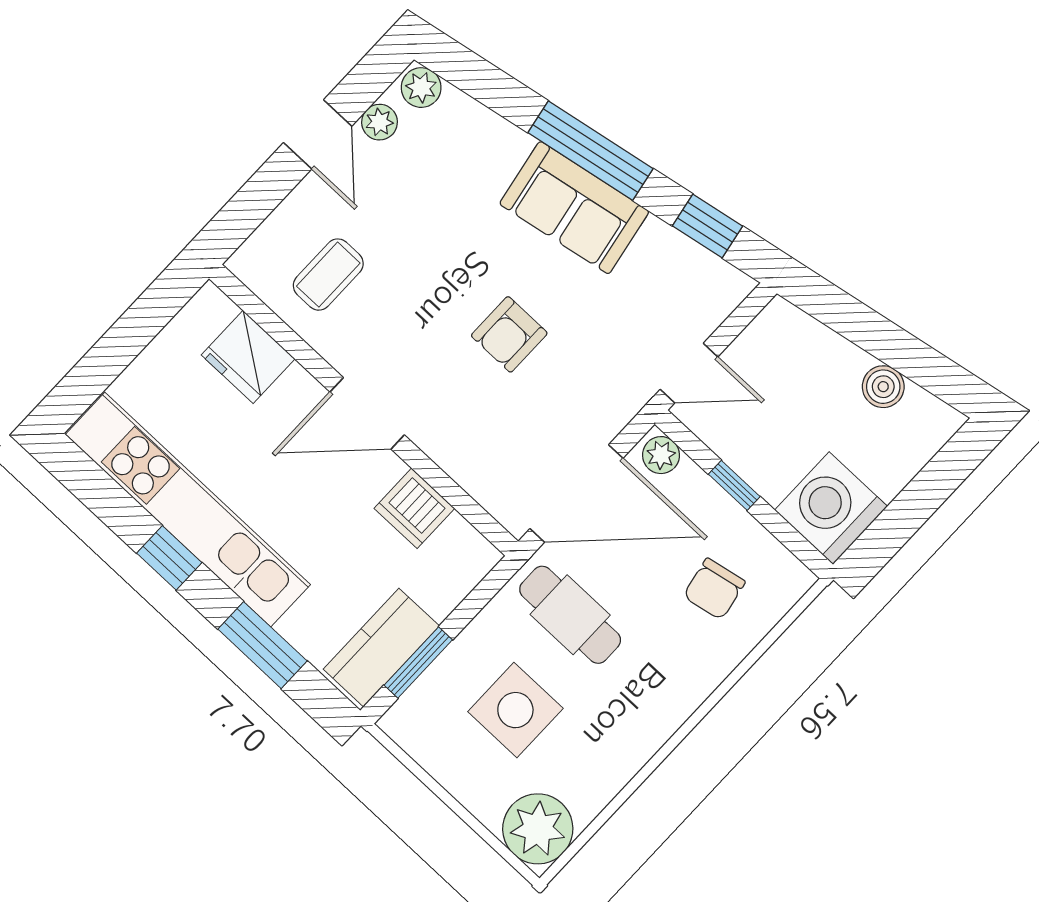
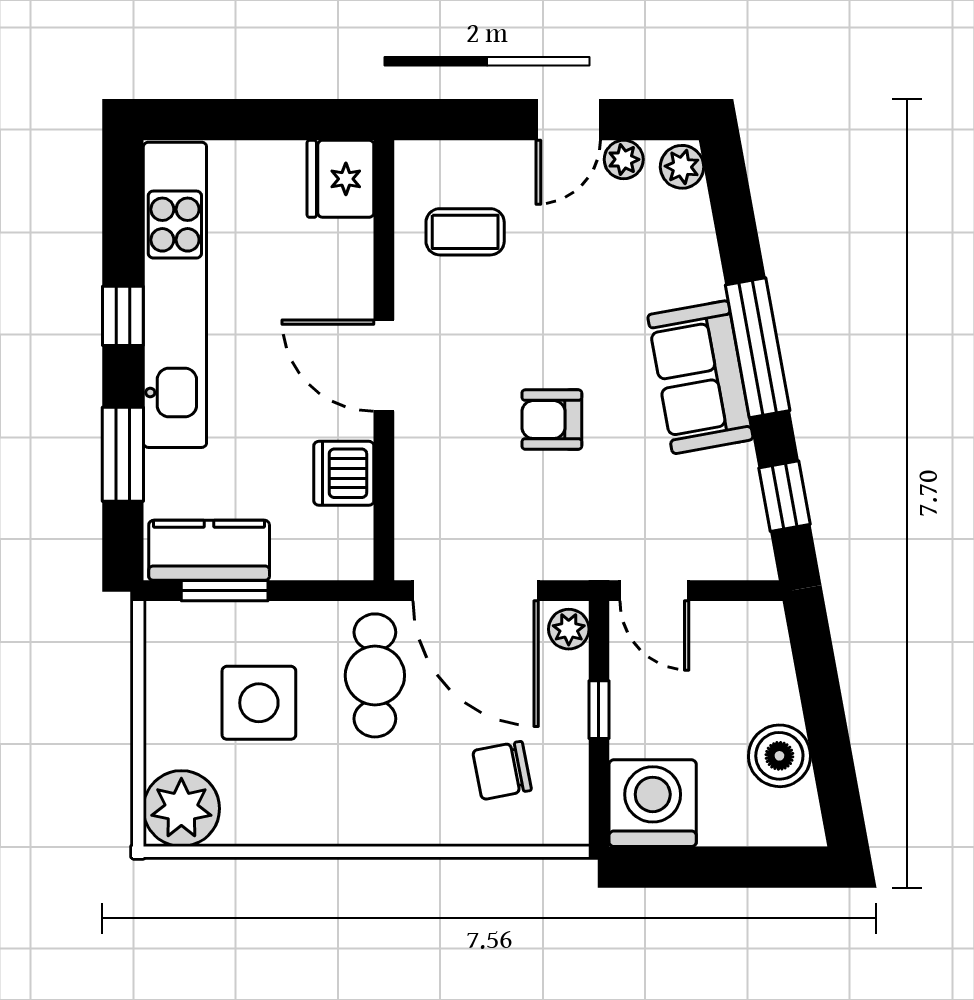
fridge: (248, 357) -> (340, 179), moved
boiler: (883, 387) -> (779, 756), width x1.36, depth x1.36

